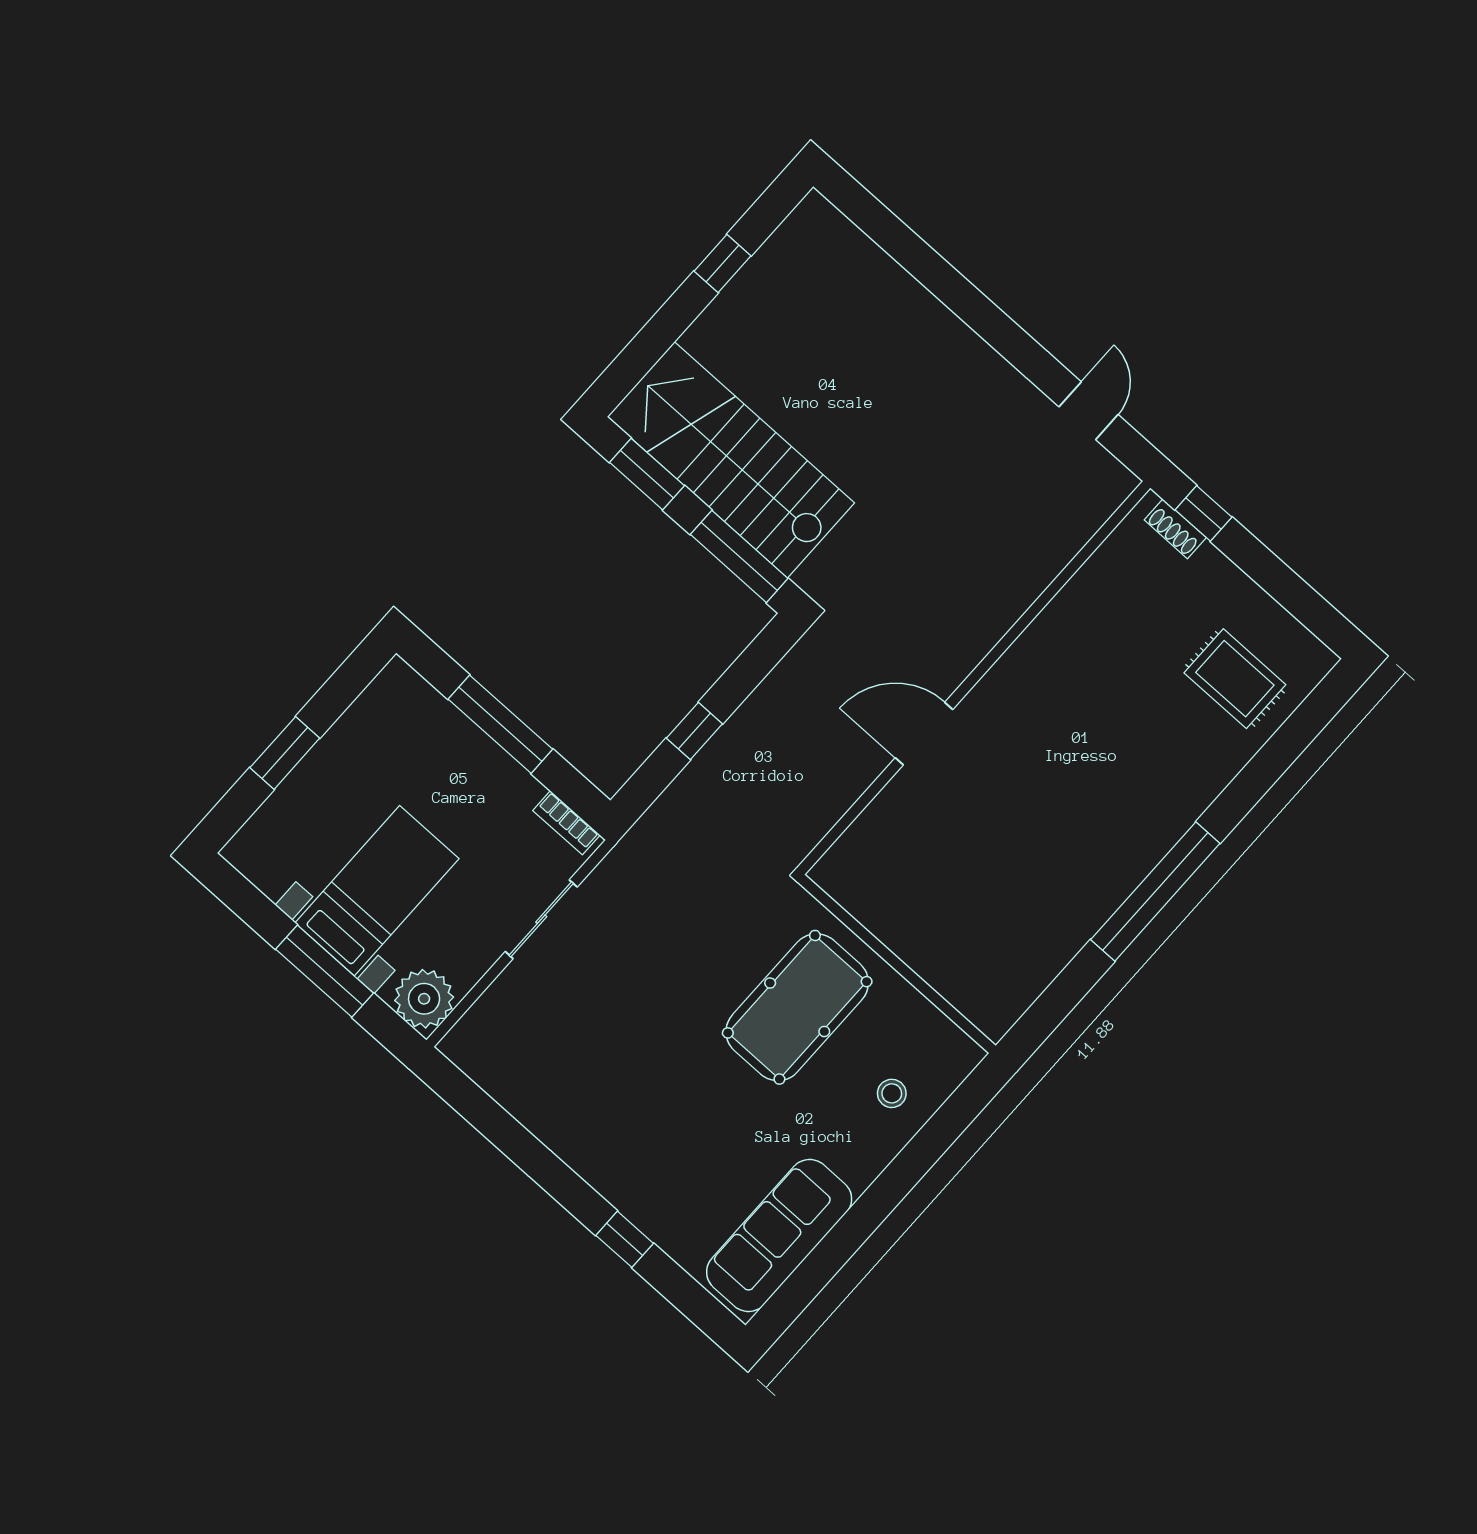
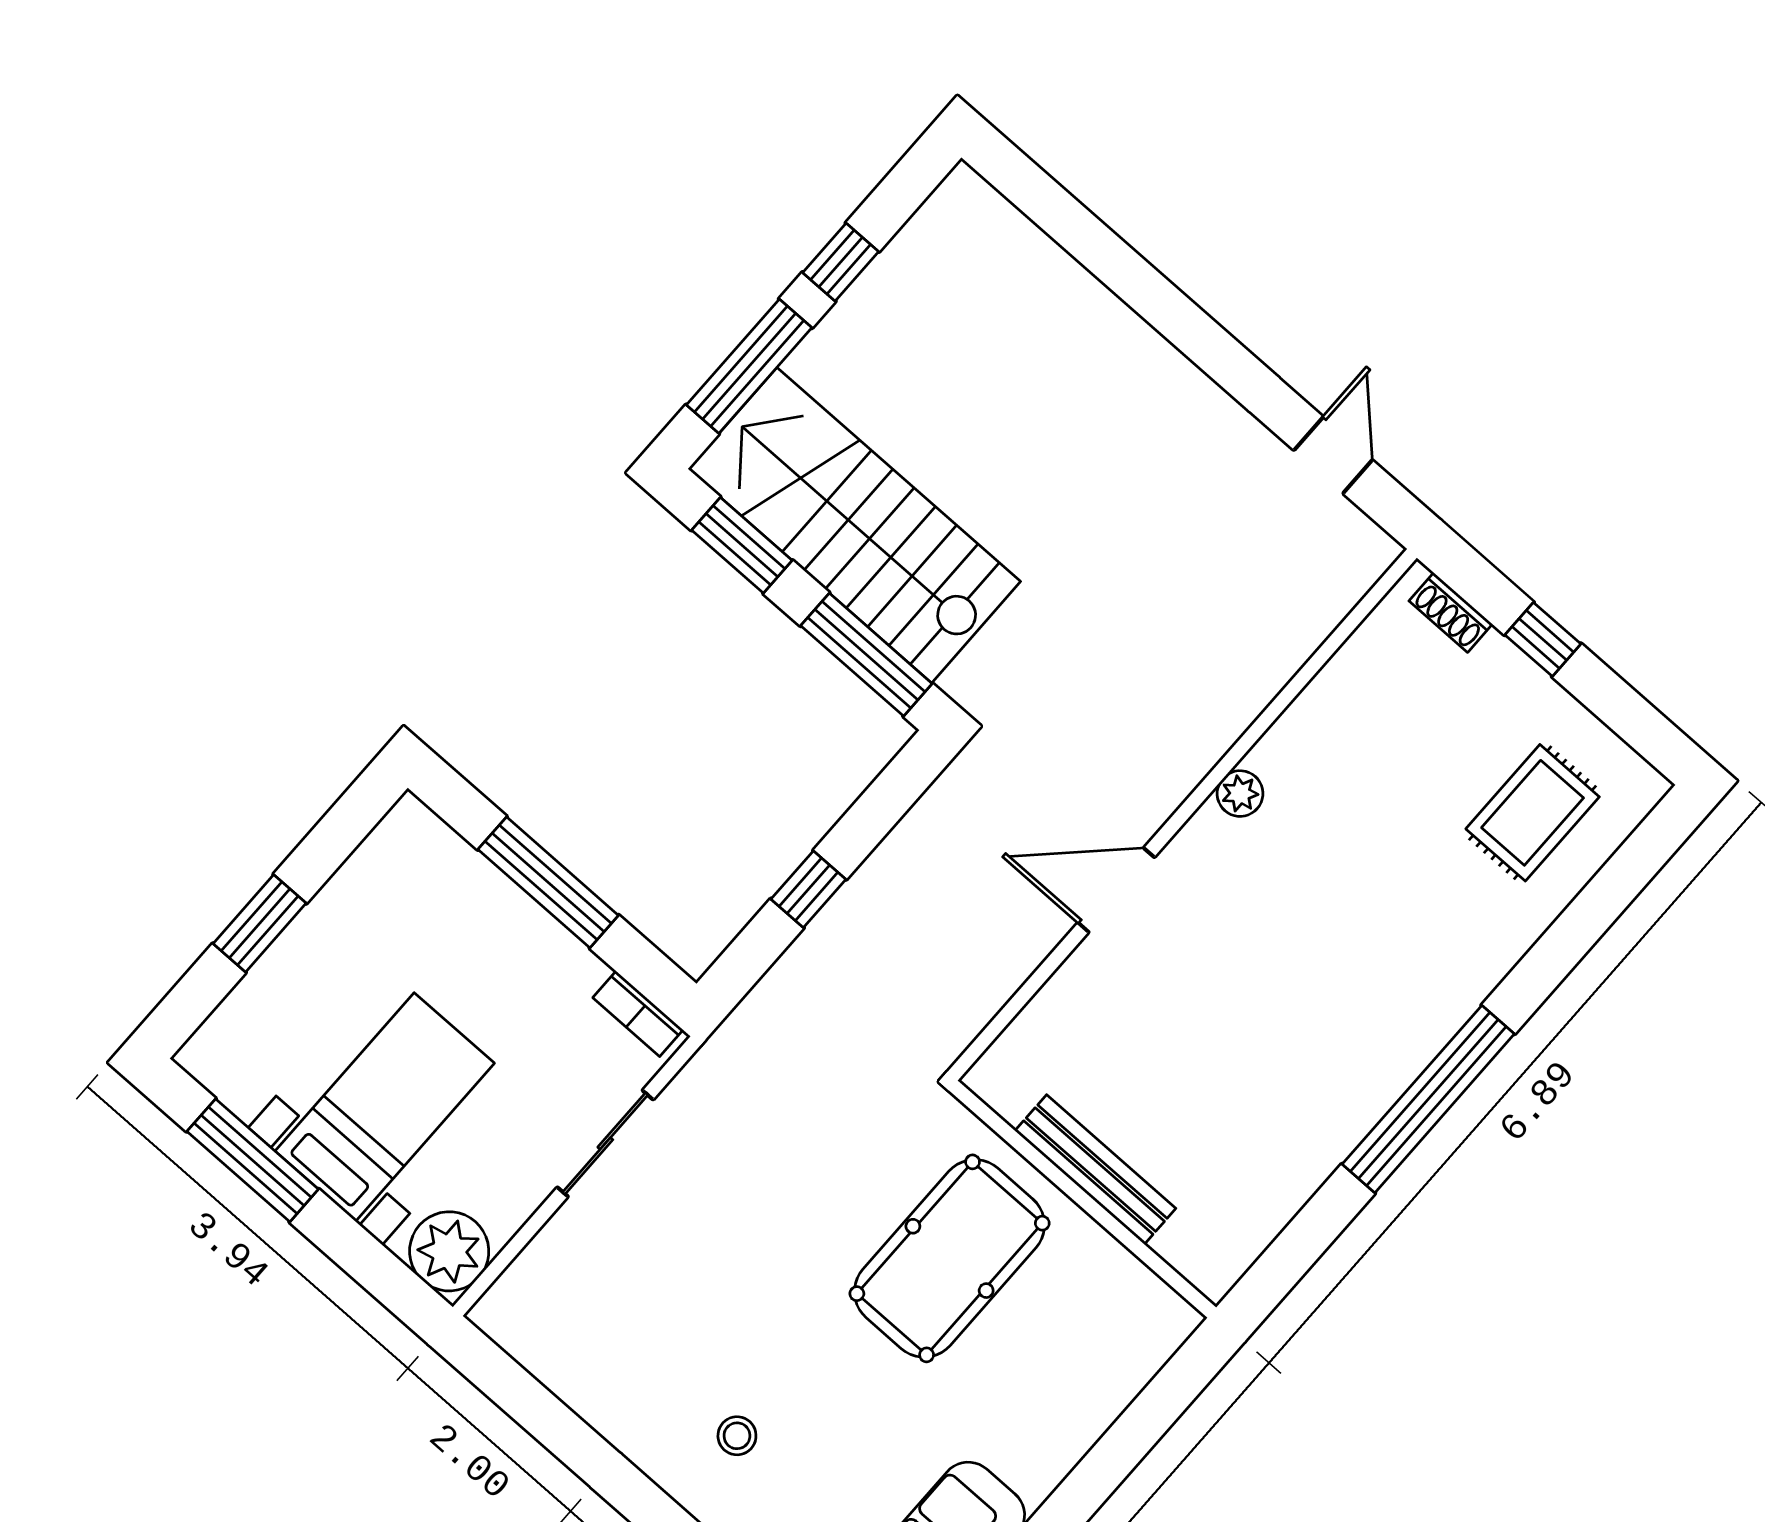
window: (653, 341) -> (749, 366), added
window: (1203, 513) -> (1543, 639), moved
plant: (1017, 662) -> (1240, 794), added
rug: (1235, 679) -> (1533, 813), turned 90
bench: (907, 942) -> (1095, 1170), added
window: (325, 971) -> (253, 1160), moved
stool: (892, 1093) -> (737, 1436), moved

